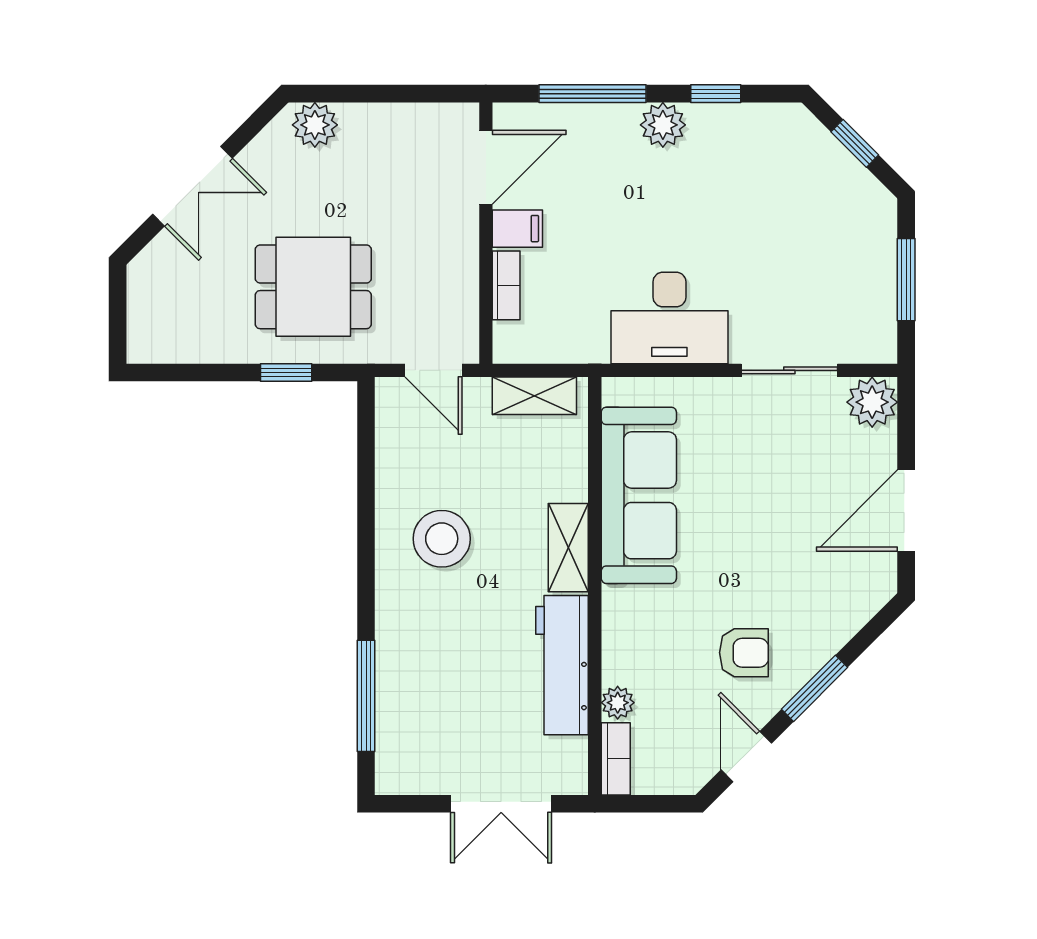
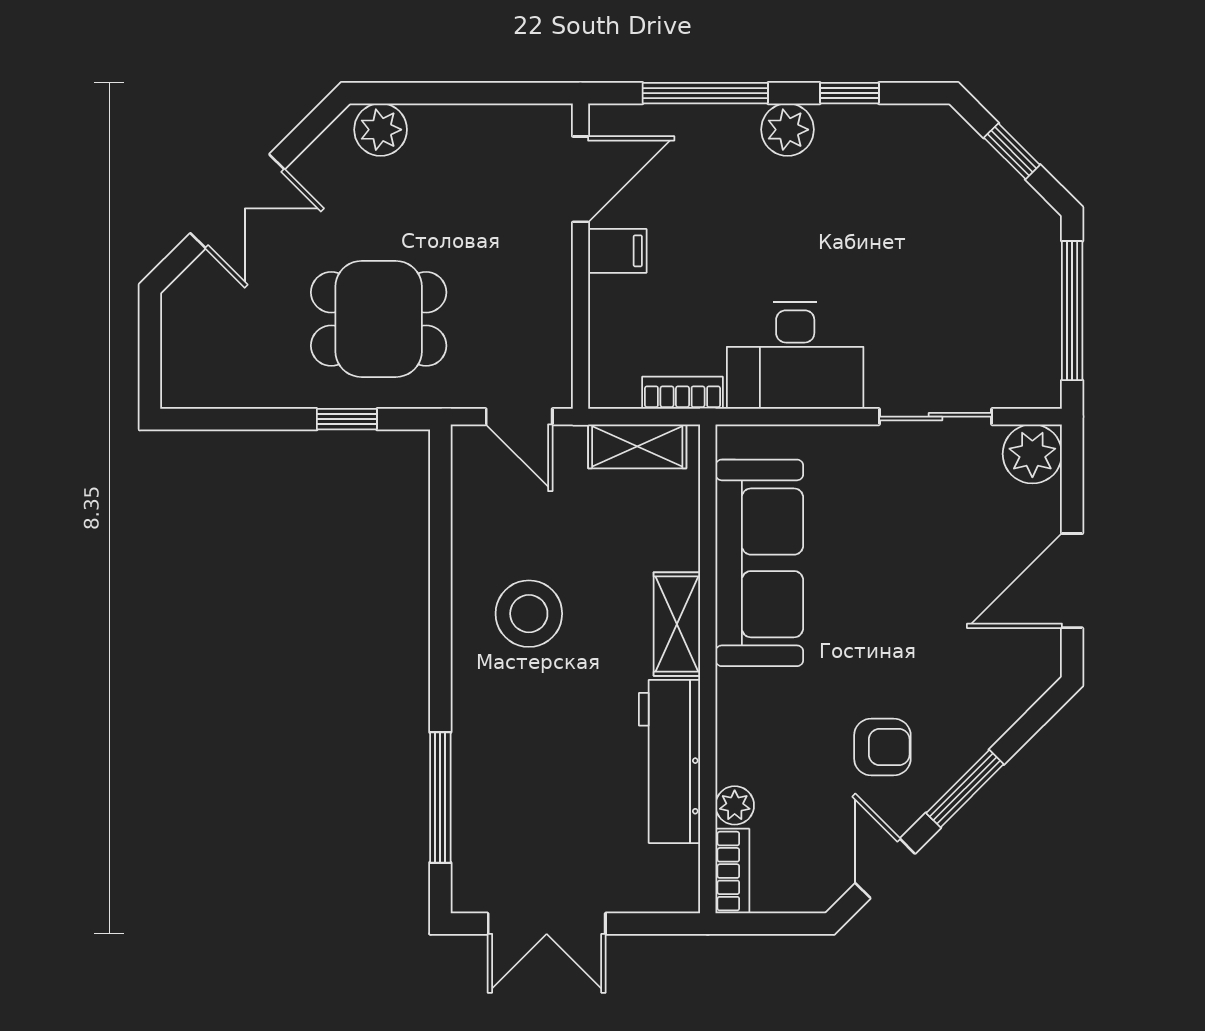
window: (906, 280) -> (1072, 311), width x1.44
bookcase: (506, 285) -> (683, 393), moved, turned -90
double door: (501, 804) -> (547, 924), moved

